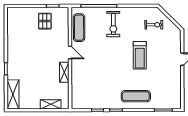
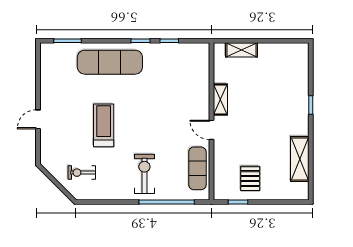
shelving: (13, 94) -> (300, 159), moved
exercise mat: (136, 96) -> (110, 62), width x1.36, depth x1.45

